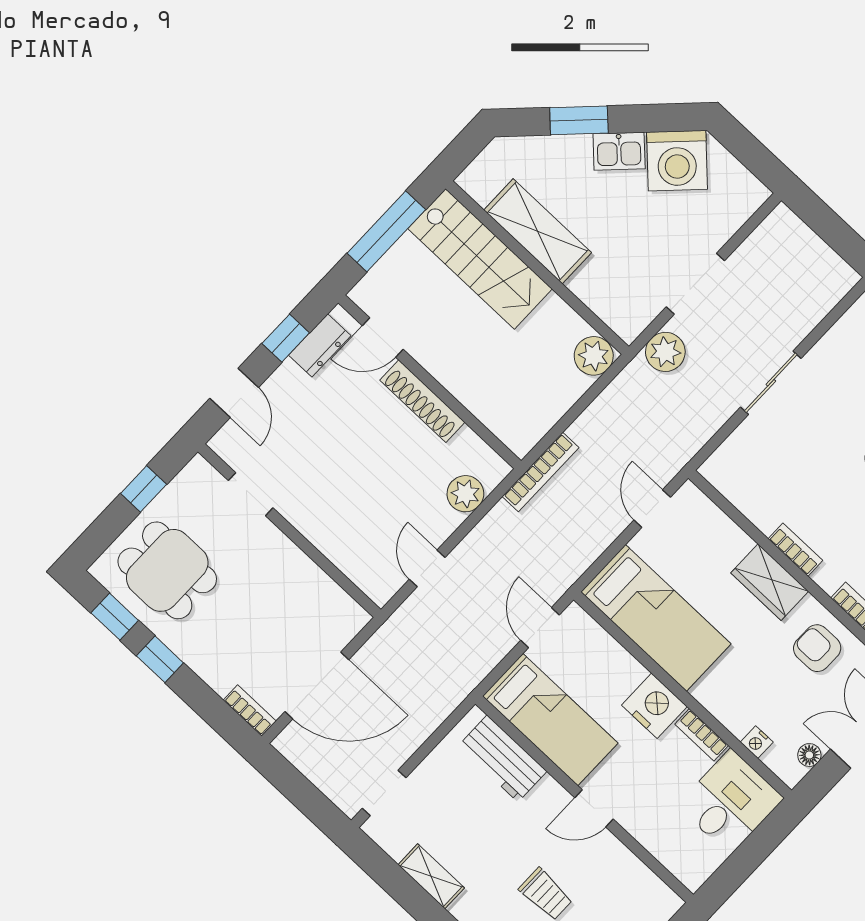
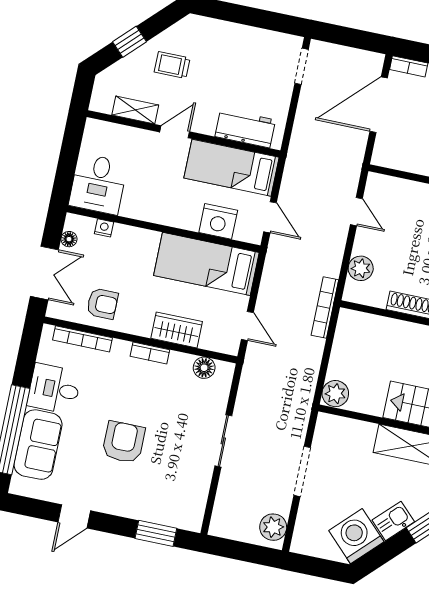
plant: (665, 352) -> (273, 527), moved
floor lamp: (739, 489) -> (204, 368), added
wardrobe: (770, 582) -> (177, 330), moved
nightstand: (654, 706) -> (218, 221), moved
bookcase: (702, 735) -> (138, 213), removed
shelving: (431, 876) -> (135, 110), moved

